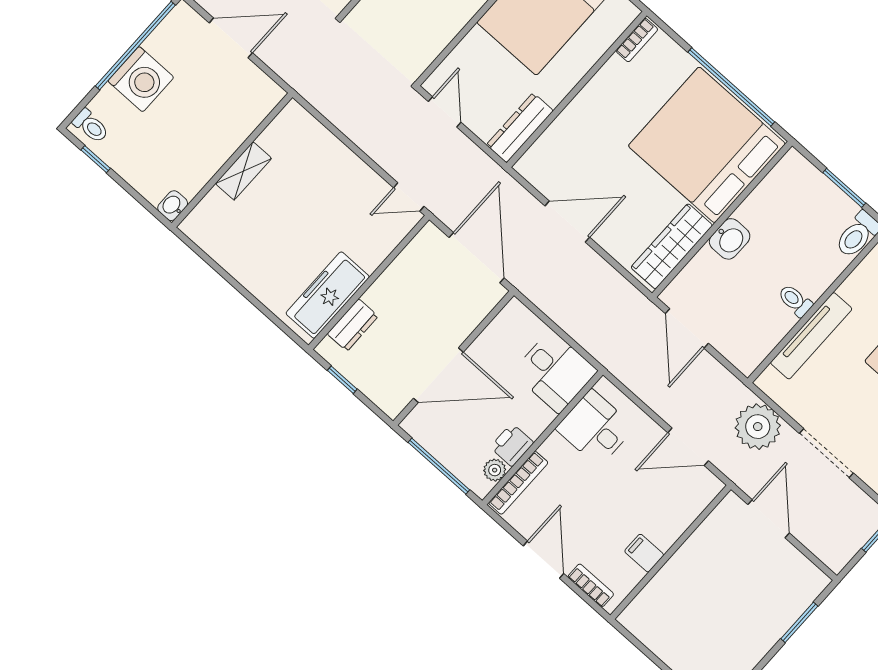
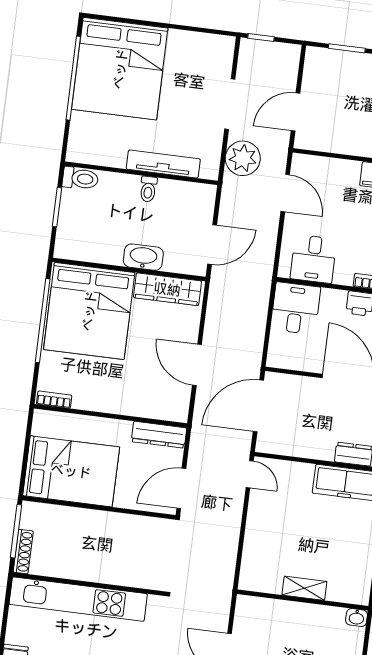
door: (445, 112) -> (181, 488), width x1.38
washbasin: (730, 239) -> (143, 257), width x1.38

